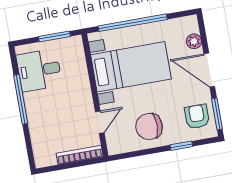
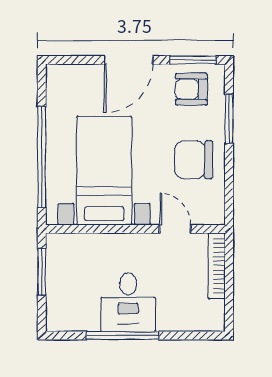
plant: (194, 41) -> (84, 75), removed
desk: (39, 70) -> (128, 302), moved
chair: (149, 126) -> (194, 160), turned 90
window: (181, 146) -> (229, 119), width x1.50

